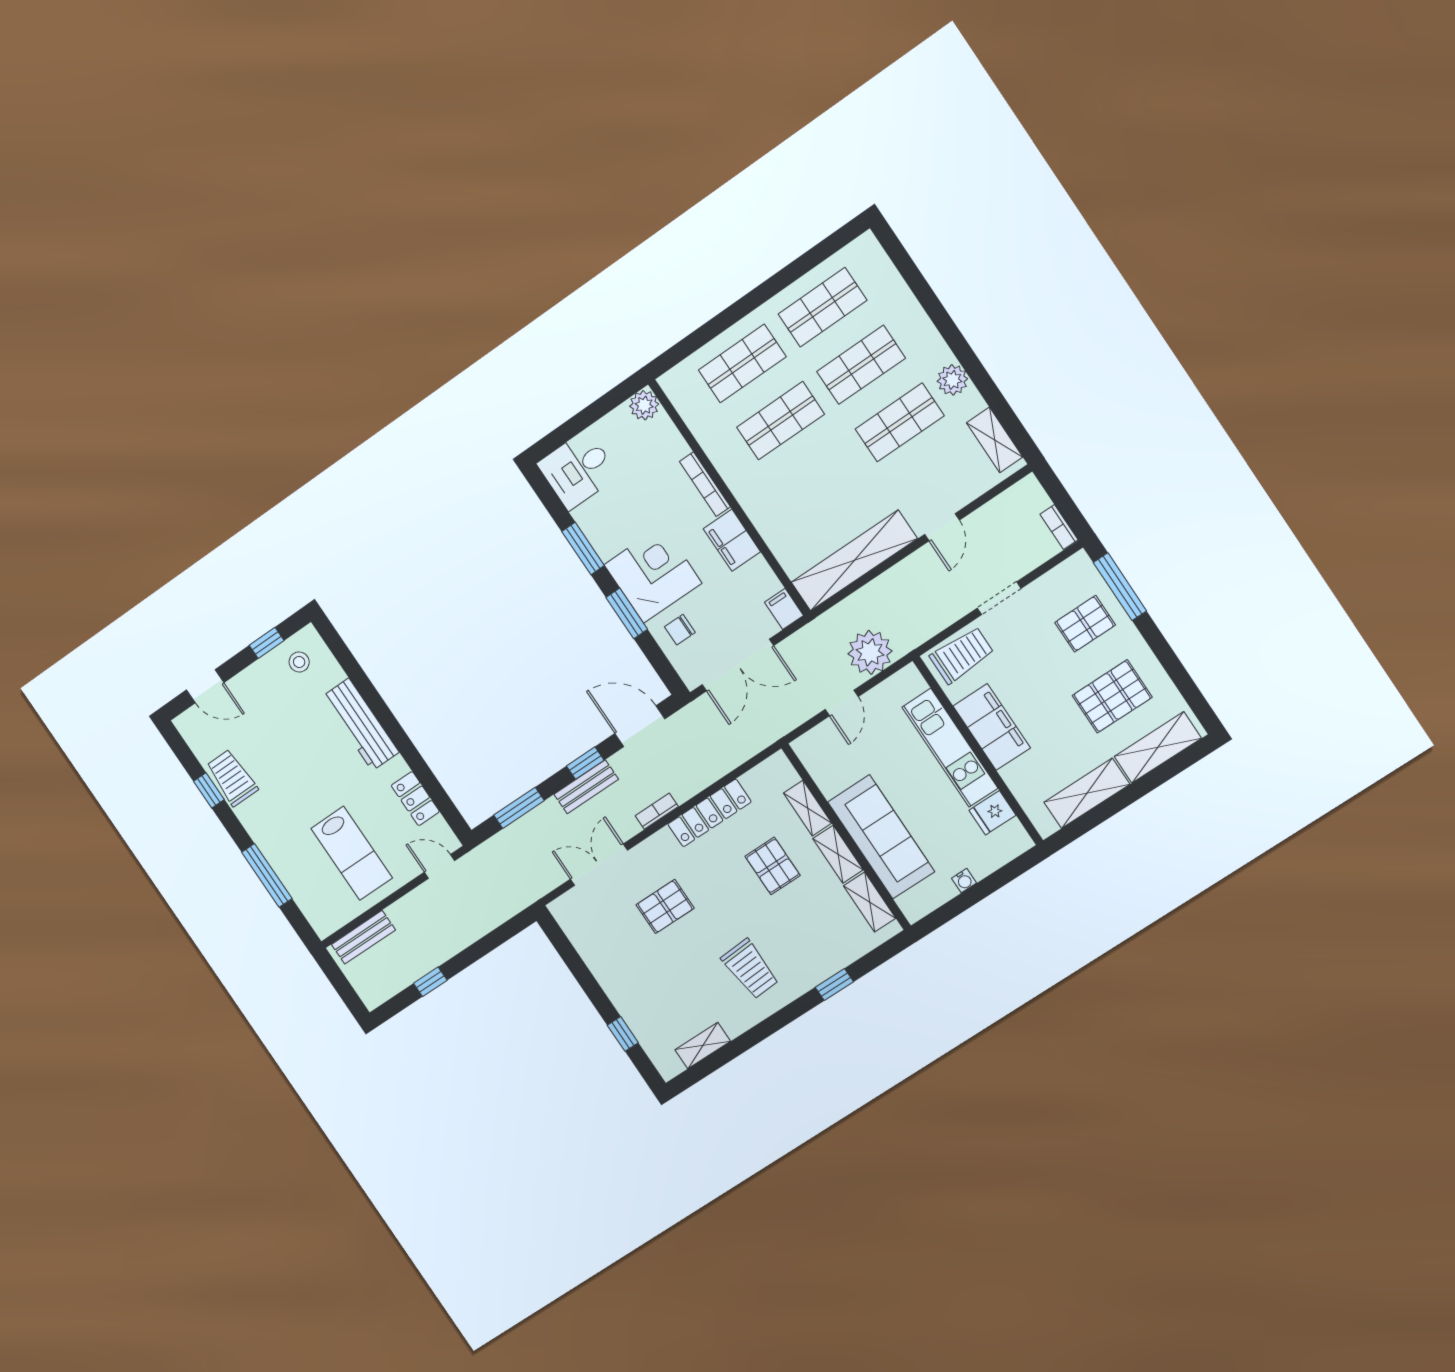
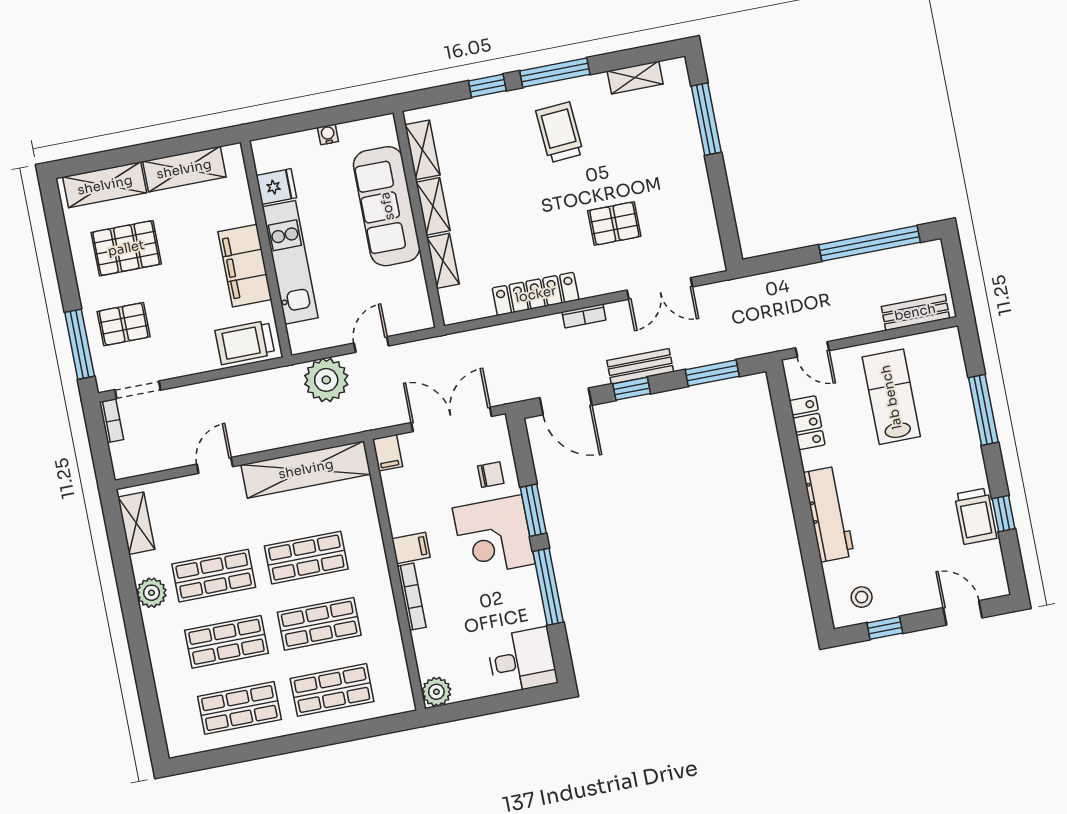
shop shelf: (819, 478) -> (306, 558), added
filing cabinet: (732, 540) -> (411, 548), width x0.50
window: (583, 549) -> (548, 587), width x1.44
doorway: (999, 598) -> (138, 390), moved
pallet: (773, 866) -> (498, 220), removed
window: (430, 982) -> (869, 243), width x3.17
window: (778, 1021) -> (555, 73), added
window: (623, 1034) -> (706, 119), width x2.17

